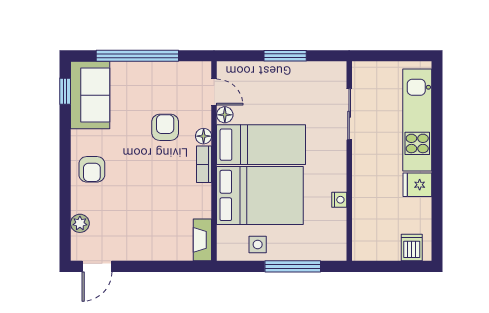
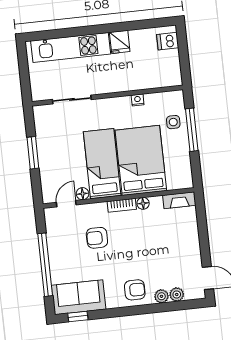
floor lamp: (204, 136) -> (143, 203), moved
plant: (80, 203) -> (161, 296), added
side table: (258, 244) -> (173, 122), moved

